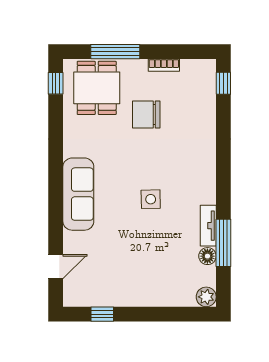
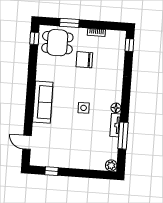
window: (115, 52) -> (69, 23), width x0.69
dining table: (97, 88) -> (57, 43), turned 90
floor lamp: (207, 256) -> (116, 108), moved
door: (56, 267) -> (27, 142), swing flipped

